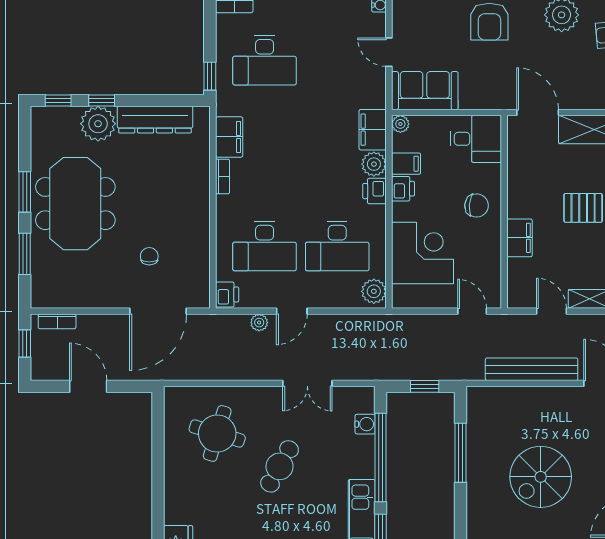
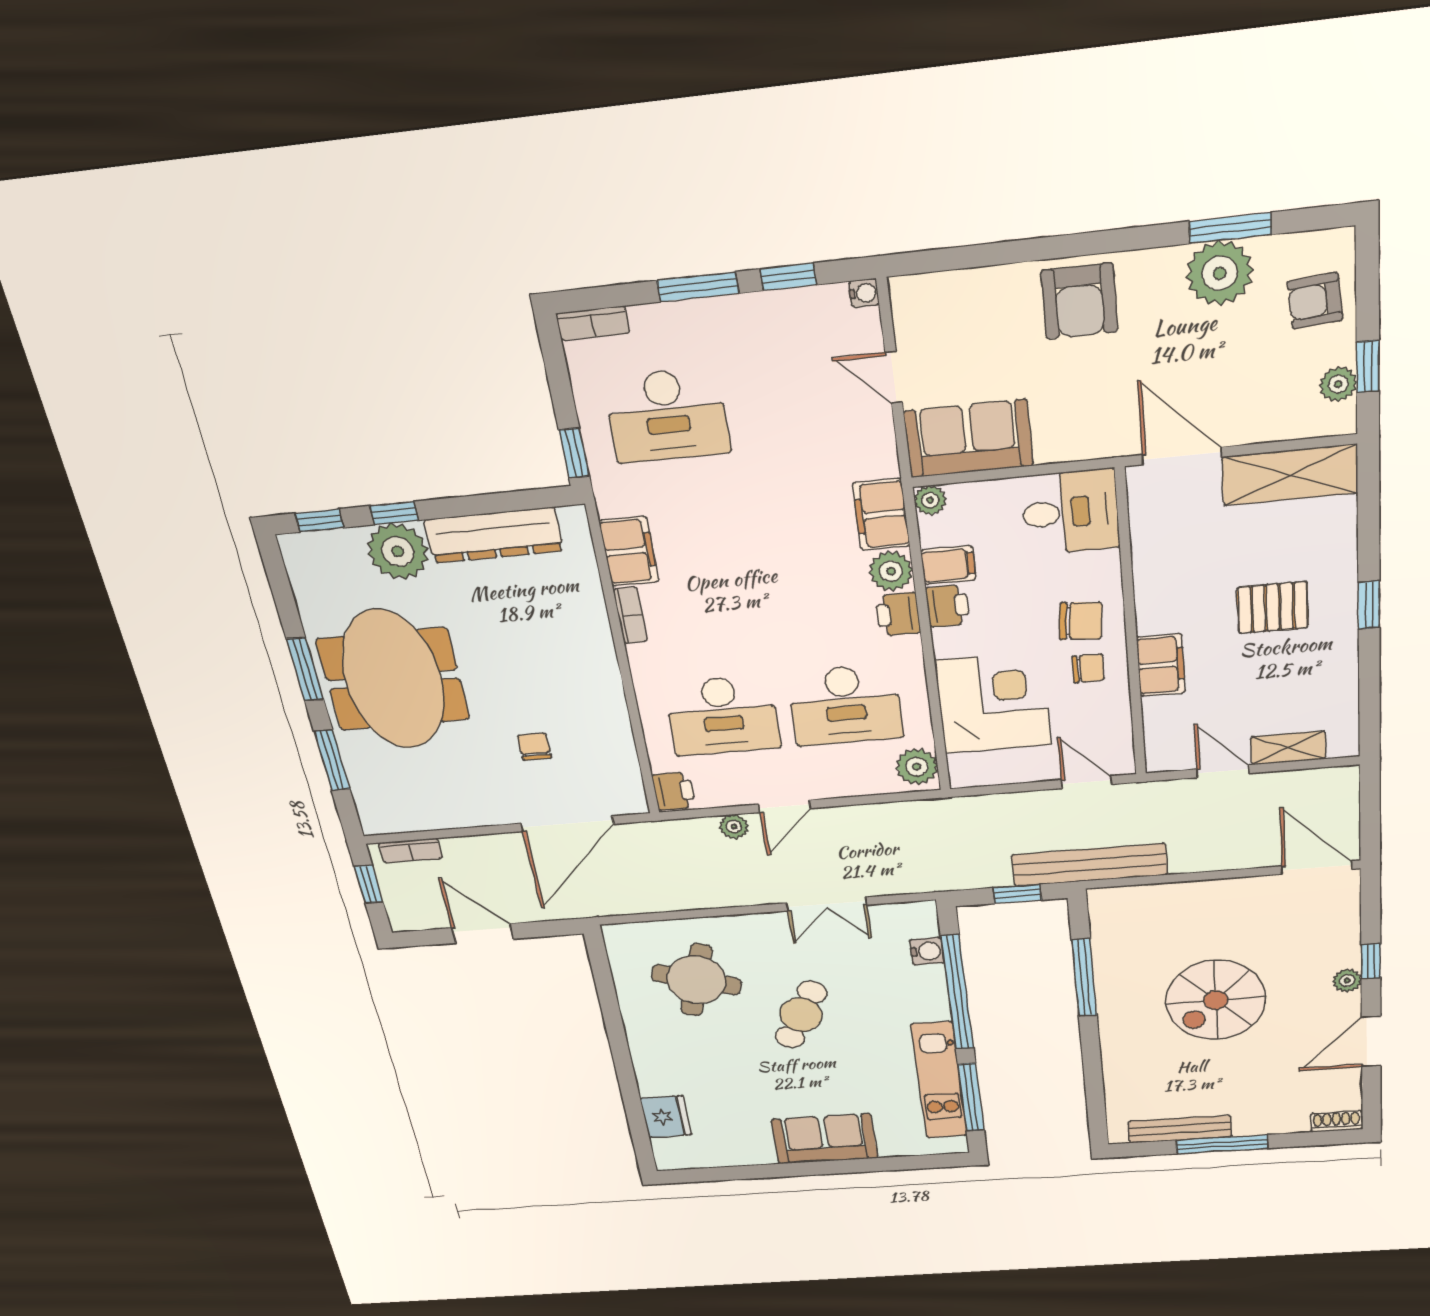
chair: (478, 236) -> (1088, 668), added
bench: (532, 369) -> (1089, 865), moved

